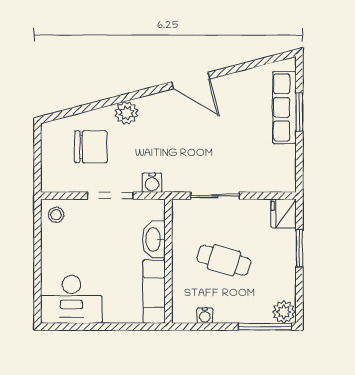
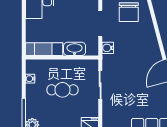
plant: (126, 113) -> (149, 33), removed
cafe table: (224, 260) -> (62, 90), turned 73

